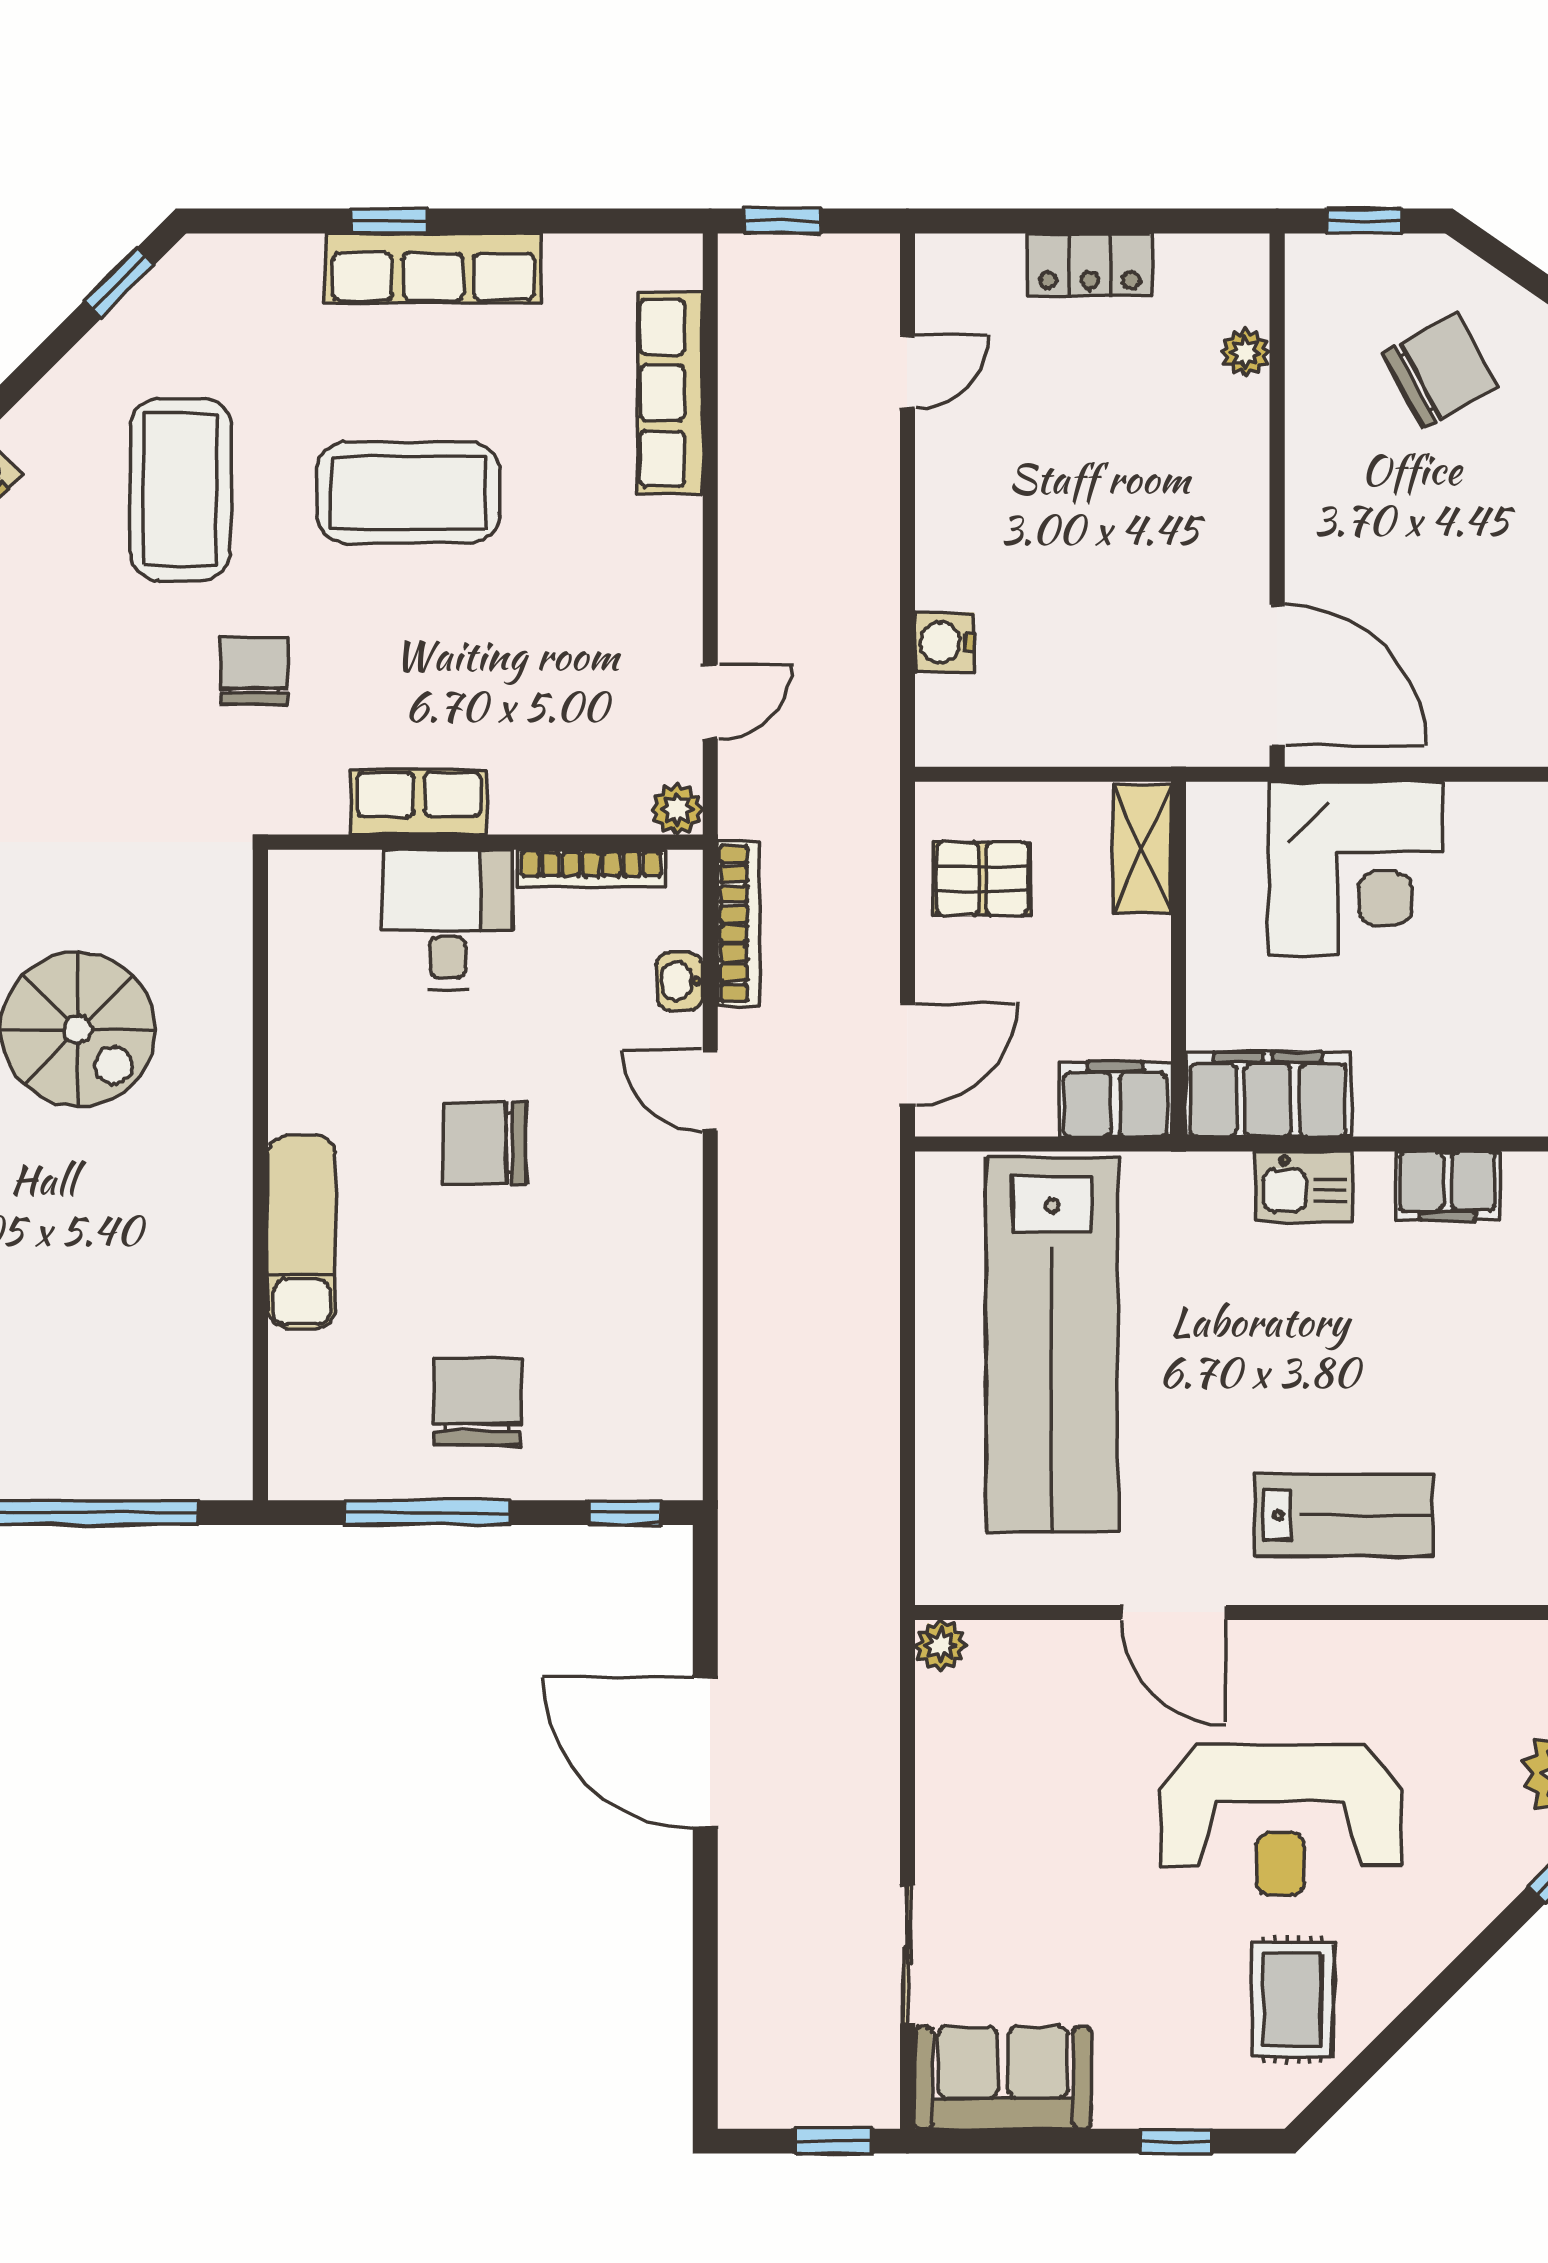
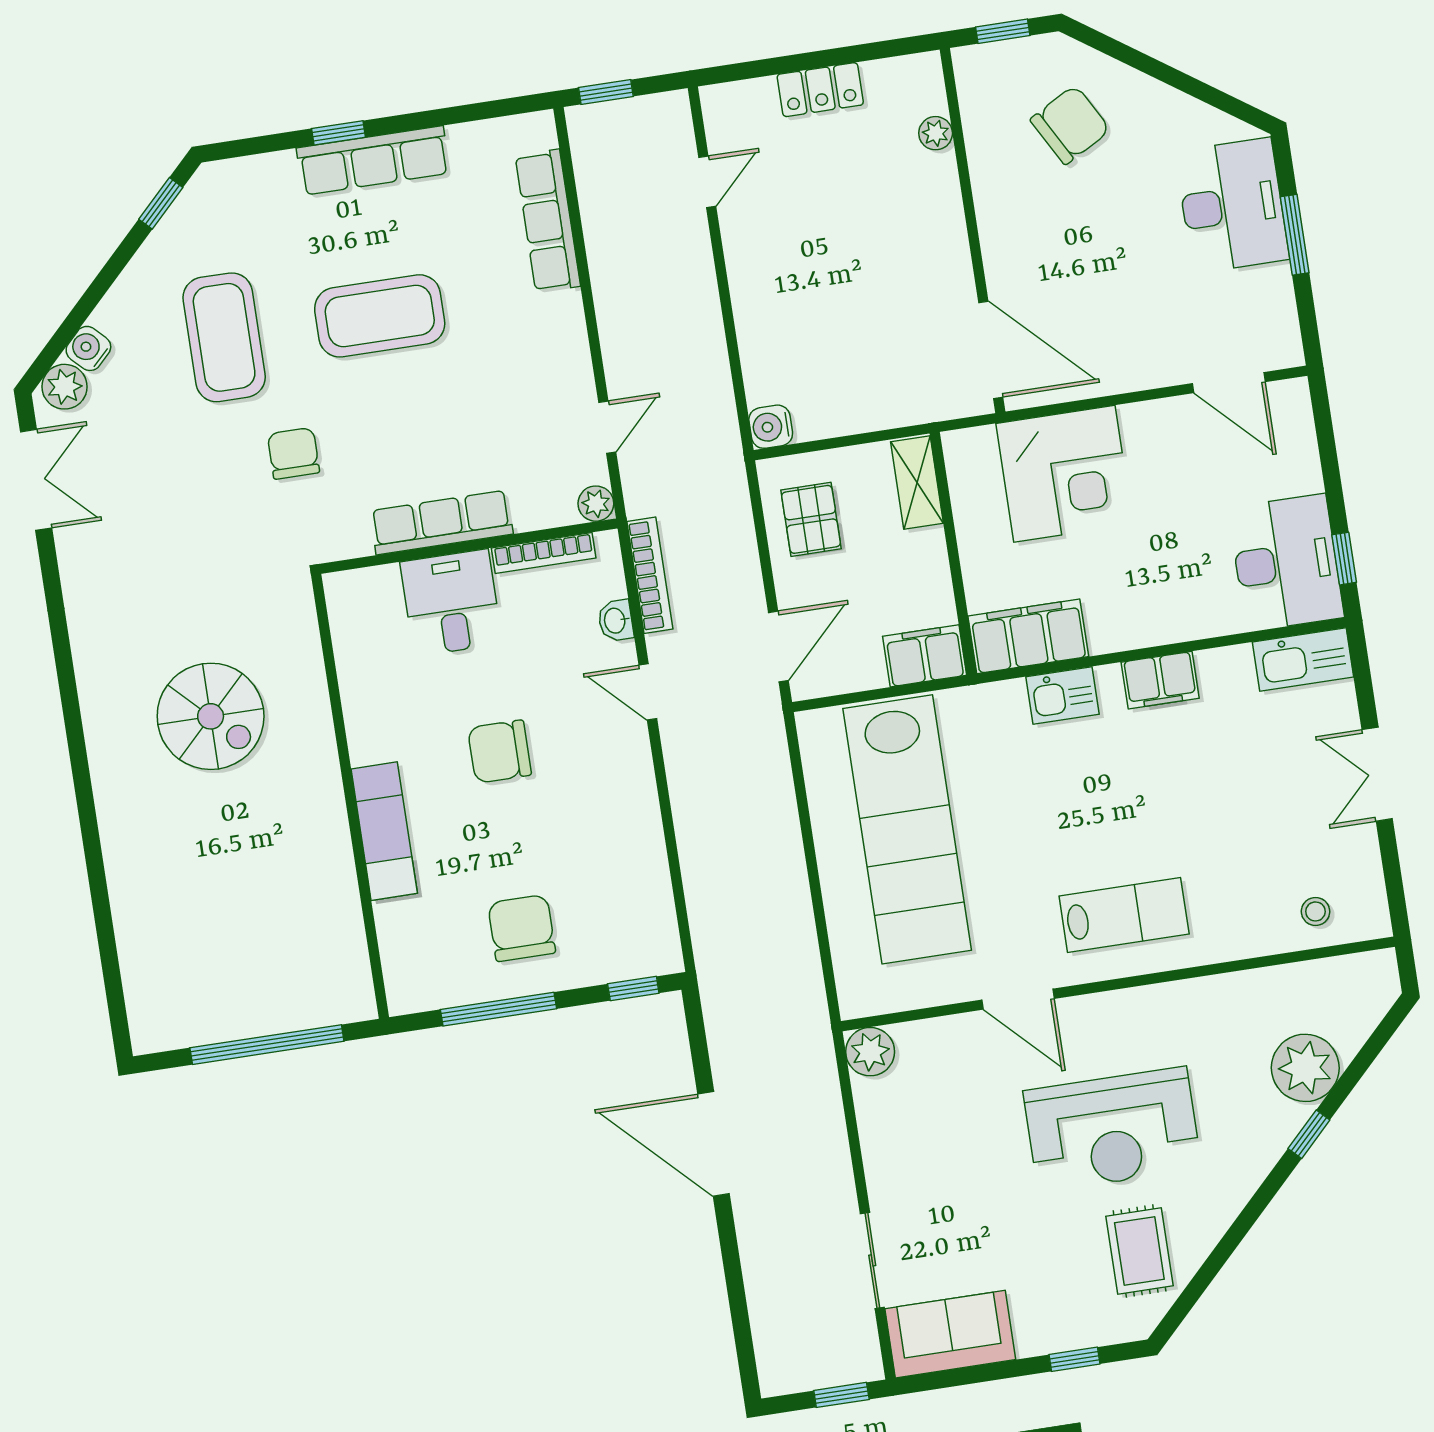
water cooler: (945, 642) -> (771, 427), moved
row of seats: (419, 802) -> (441, 522), width x1.48
pallet: (982, 879) -> (811, 519), turned 90
plant: (940, 1645) -> (870, 1052), width x1.38, depth x1.38

